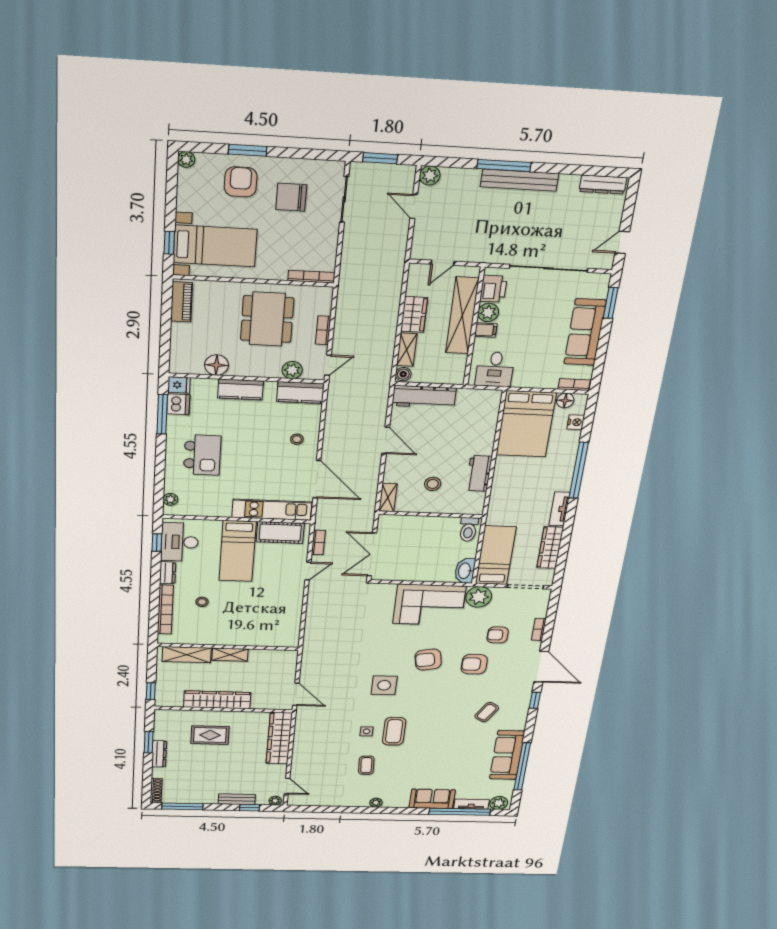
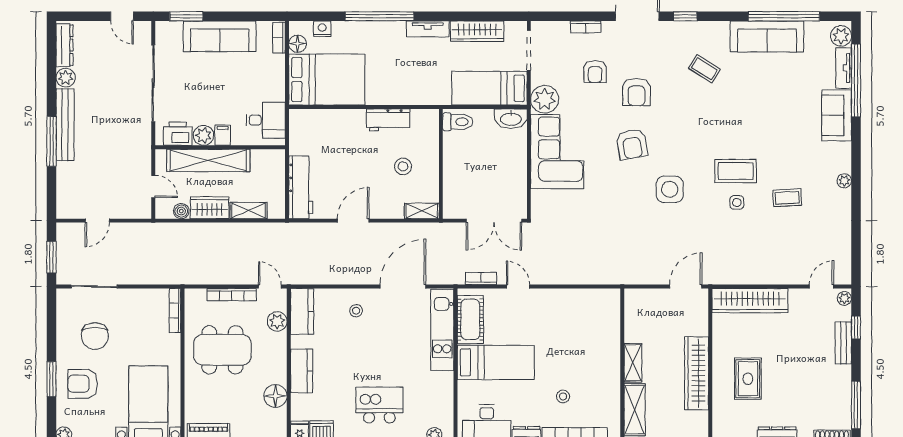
plant: (430, 176) -> (66, 78), moved
bookcase: (323, 330) -> (232, 295), width x1.56
boiler: (403, 374) -> (181, 211), moved

